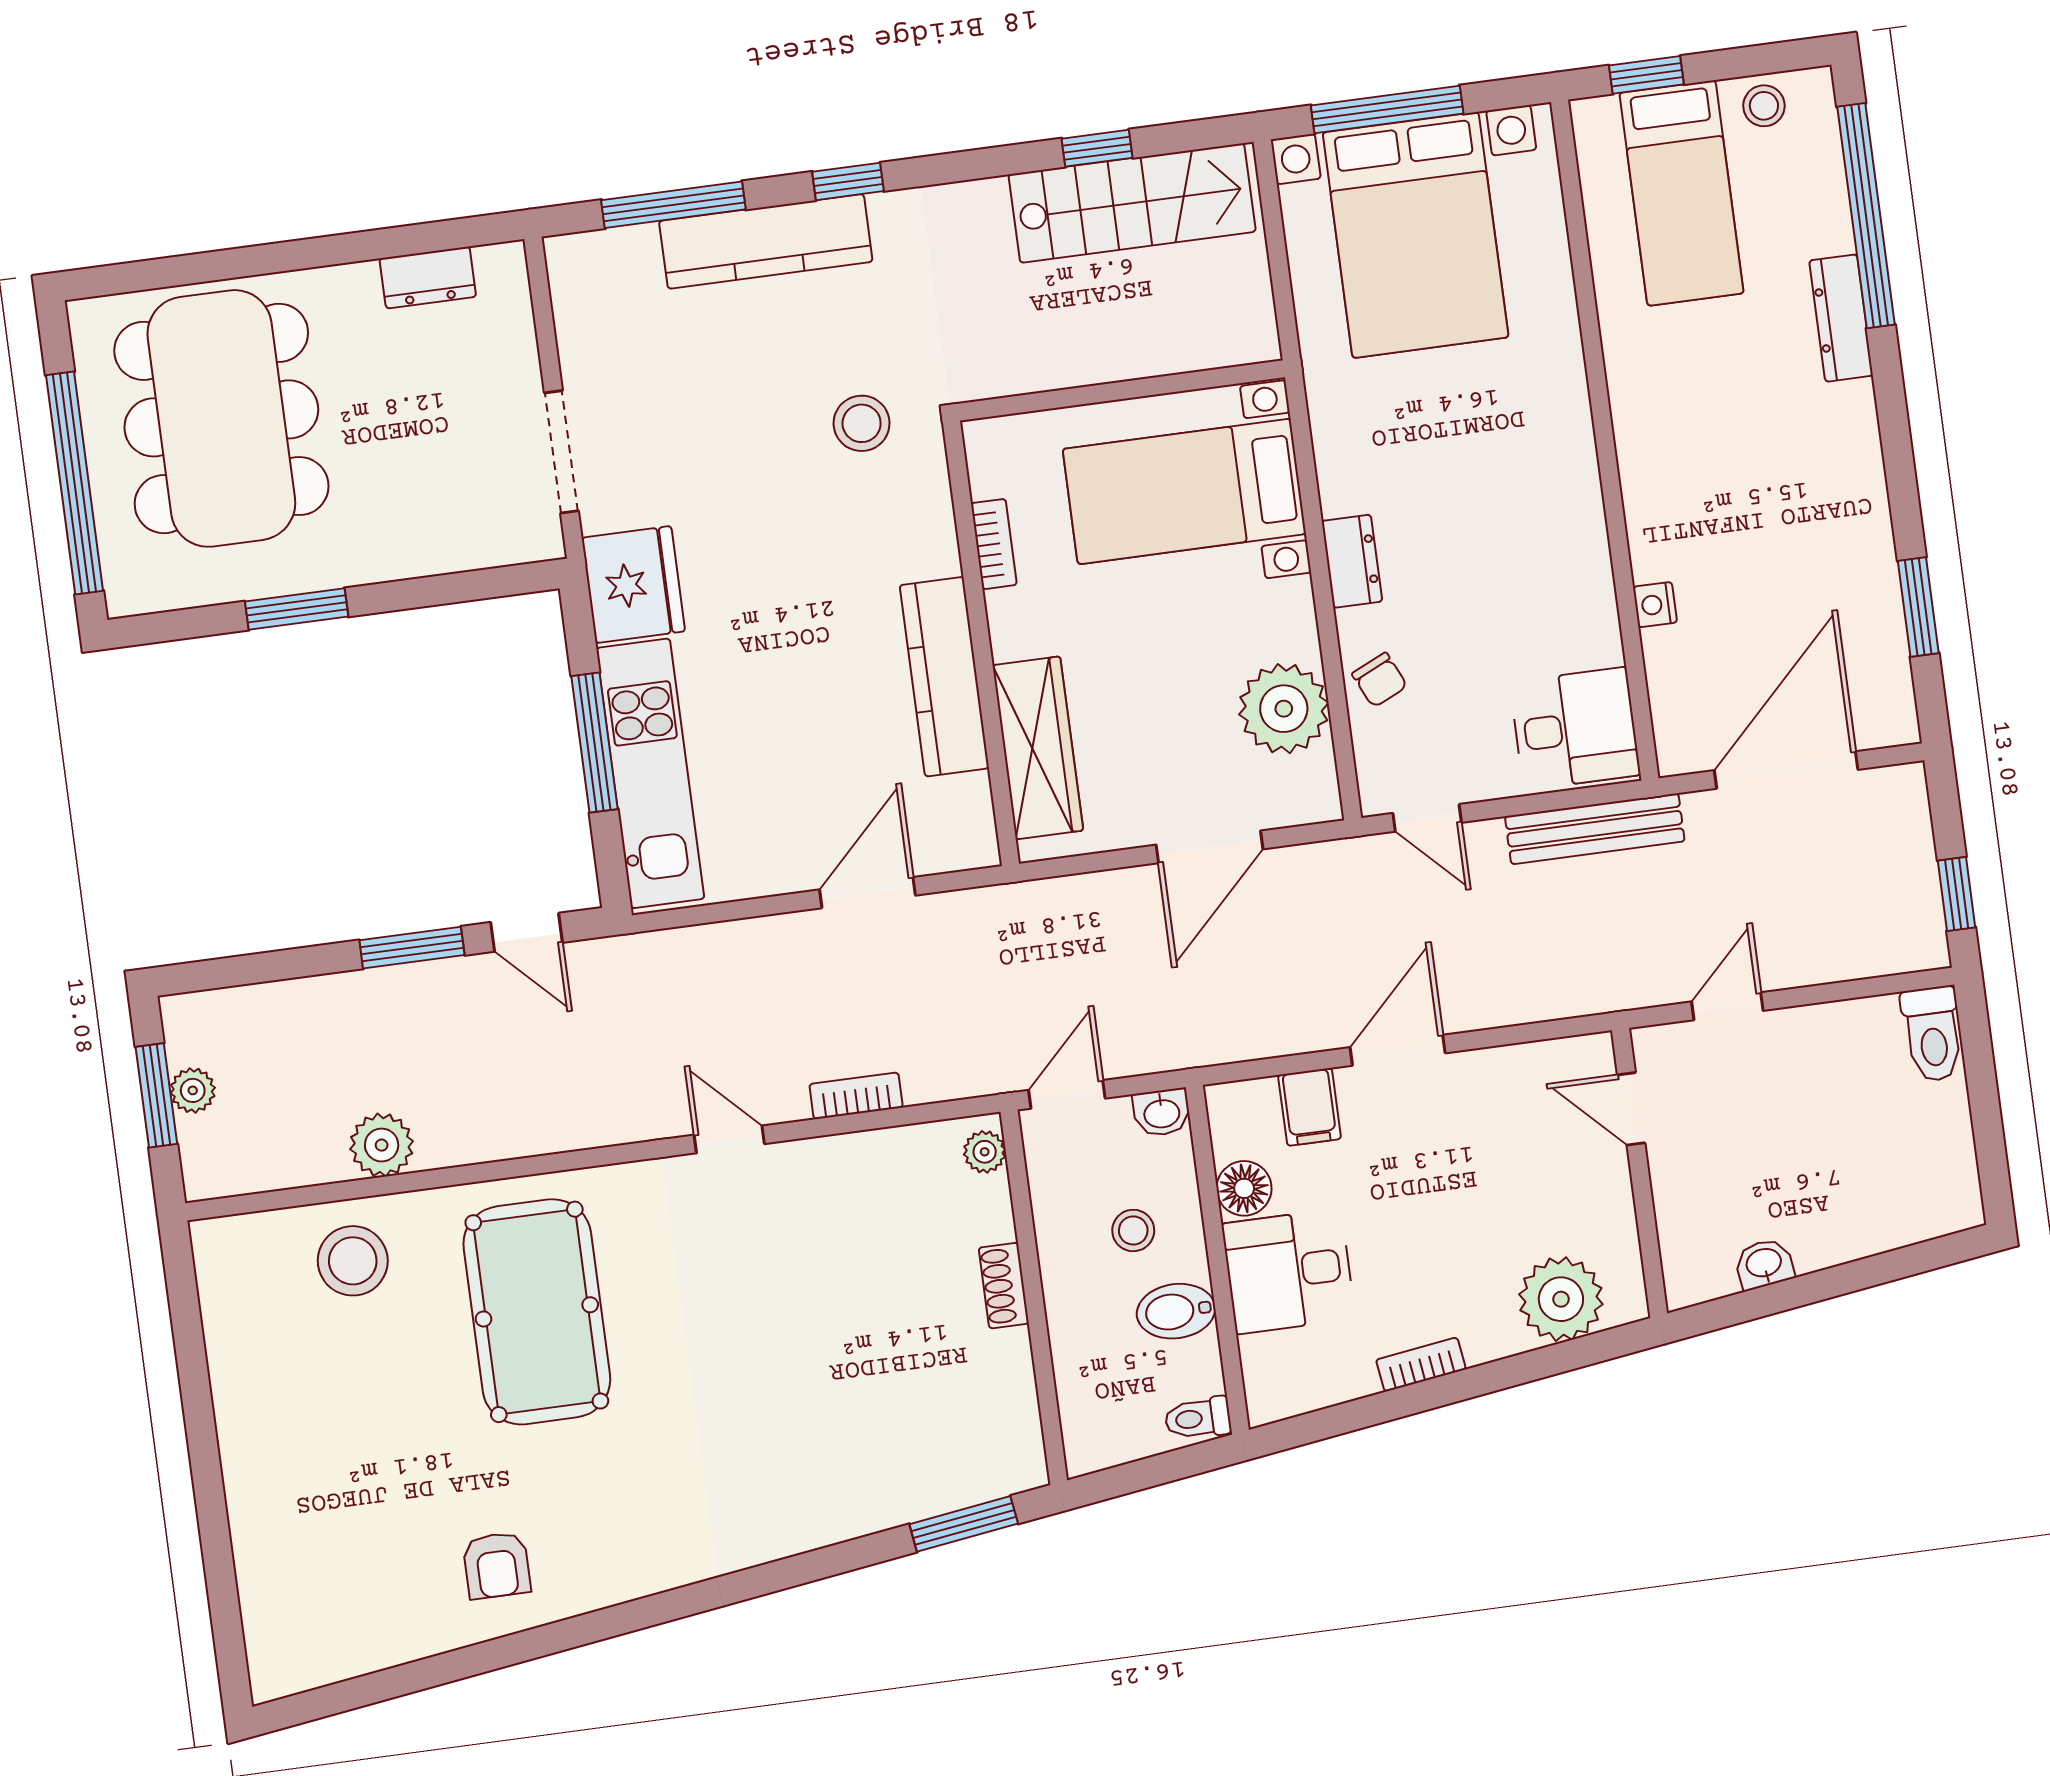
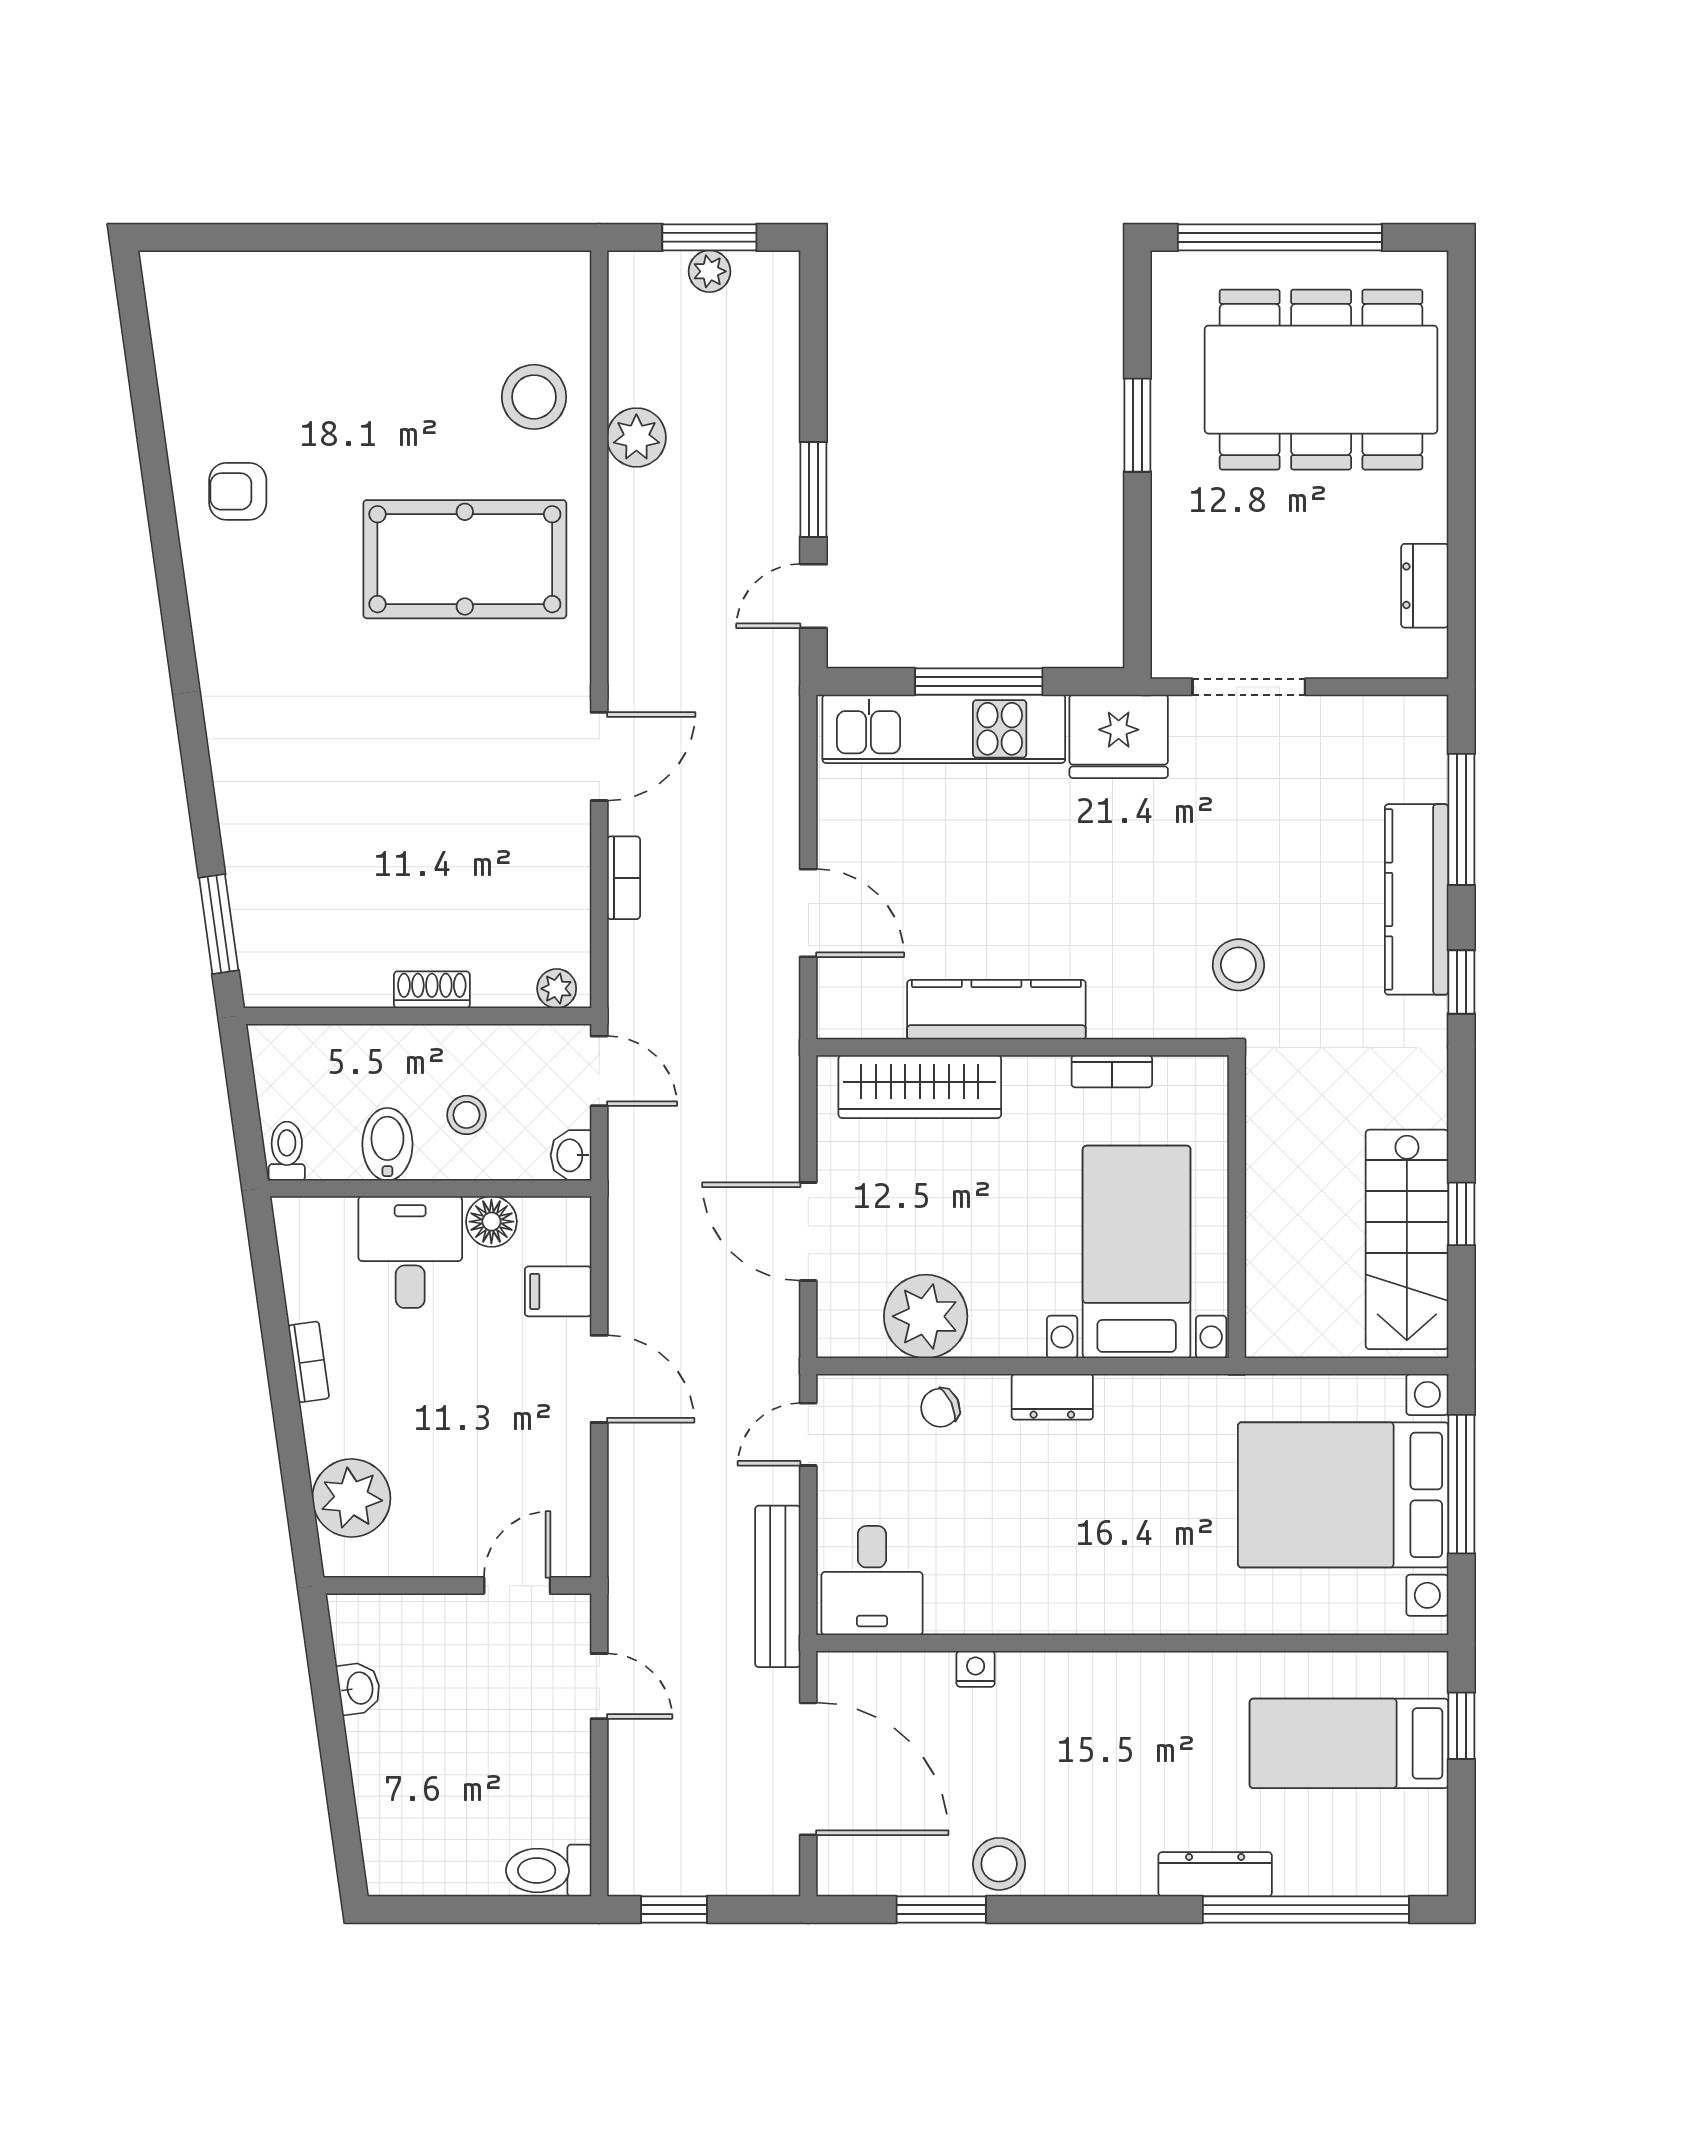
stool: (1764, 106) -> (999, 1864), moved, width x1.37, depth x1.37
door: (729, 1139) -> (599, 756), width x1.38

